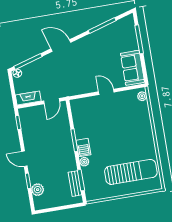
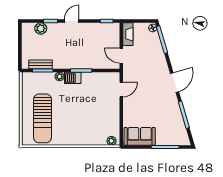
door: (61, 46) -> (175, 83), moved
door: (106, 92) -> (121, 89), moved

